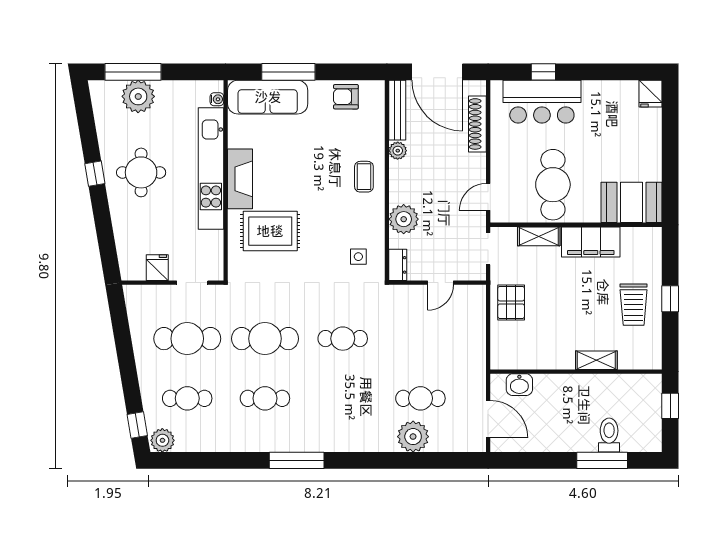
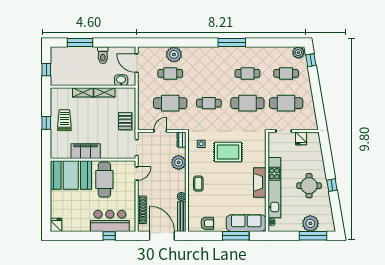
booth: (631, 202) -> (71, 175), width x1.36, depth x1.42
rug: (270, 231) -> (228, 152), moved
shelving: (539, 236) -> (104, 92), moved
cafe table: (420, 339) -> (170, 103), added
toilet: (609, 435) -> (103, 55), moved

